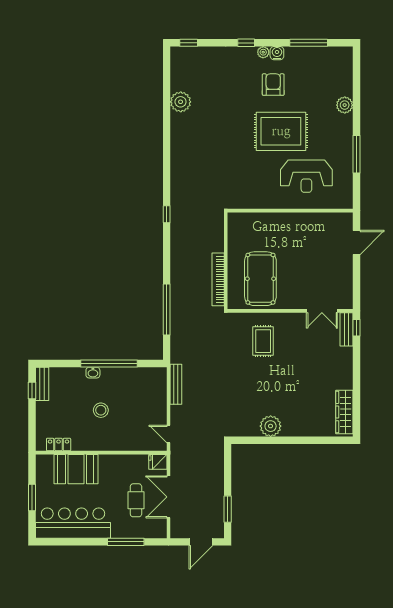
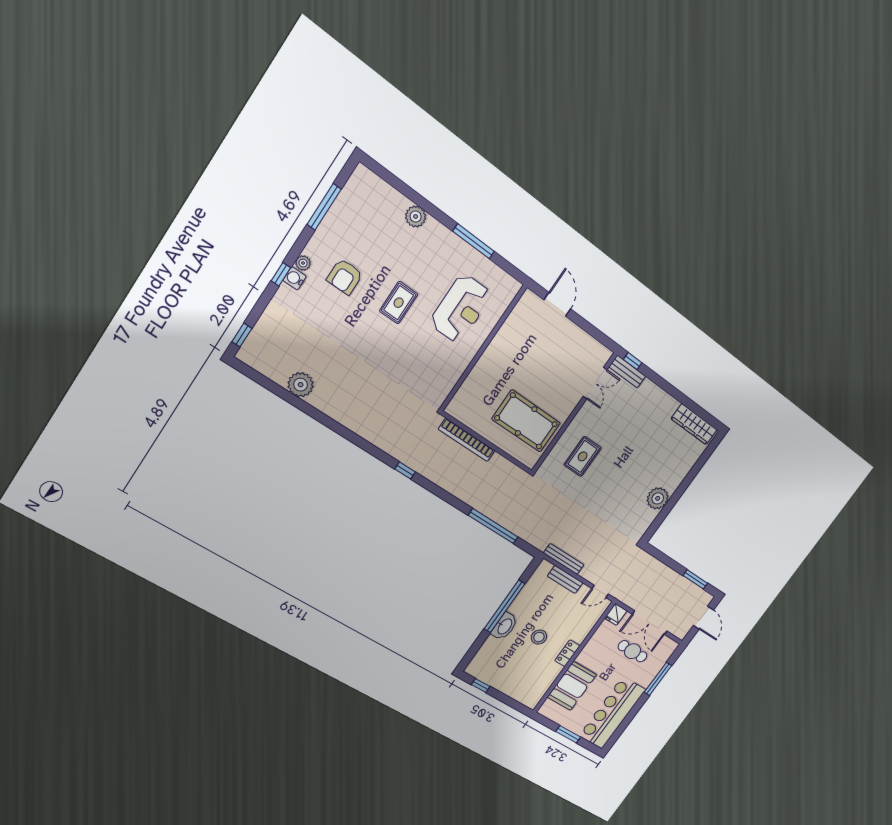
water cooler: (277, 53) -> (295, 278), moved
armchair: (273, 85) -> (345, 277), turned -90
rug: (281, 131) -> (399, 303), width x0.54, depth x0.49
bookcase: (218, 279) -> (467, 440), moved
rug: (263, 341) -> (583, 456), turned 90
washbasin: (93, 373) -> (504, 626), width x1.91, depth x1.45
bench: (42, 384) -> (565, 579), moved
locker: (59, 445) -> (567, 653), moved

